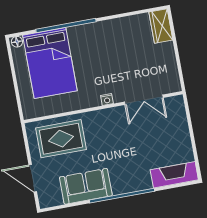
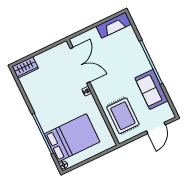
double door: (144, 100) -> (80, 65), width x1.37
fireplace: (174, 175) -> (114, 25), moved, turned -90

